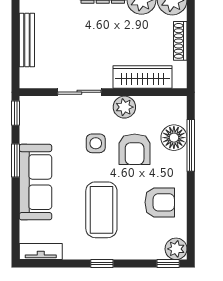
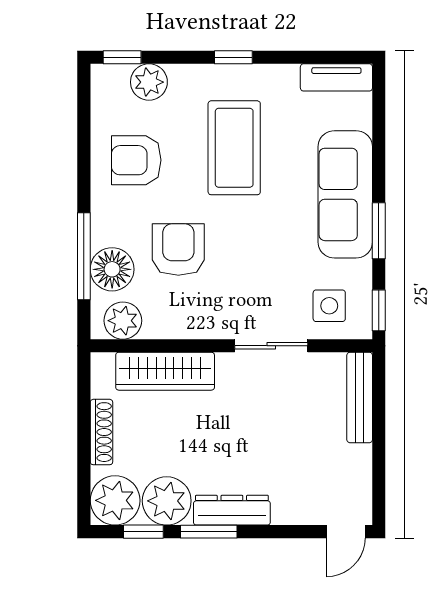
bench: (27, 40) -> (360, 397), moved
plant: (124, 107) -> (123, 321), moved
side table: (96, 143) -> (329, 306), moved
plant: (176, 249) -> (149, 82), moved

